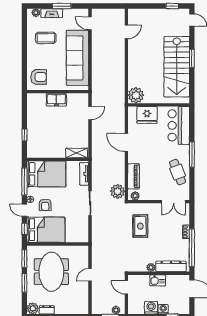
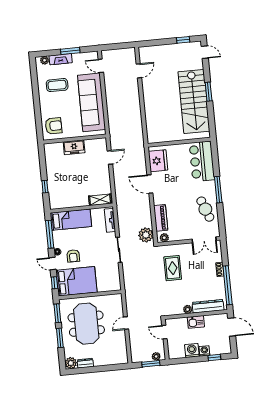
plant: (136, 95) -> (155, 135), removed
fridge: (147, 115) -> (158, 161), moved, turned -90
bed: (46, 174) -> (71, 220), width x0.67

